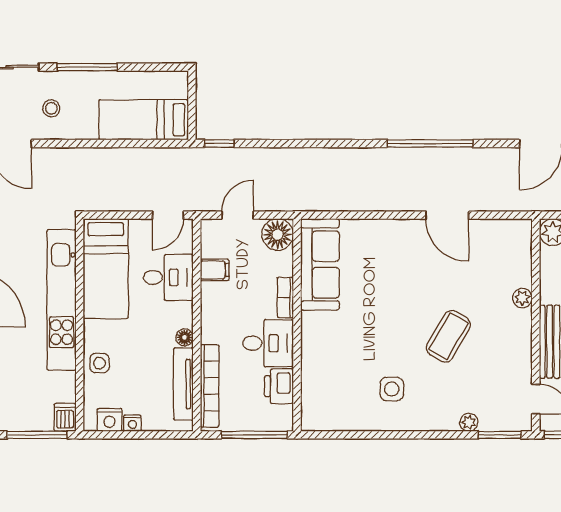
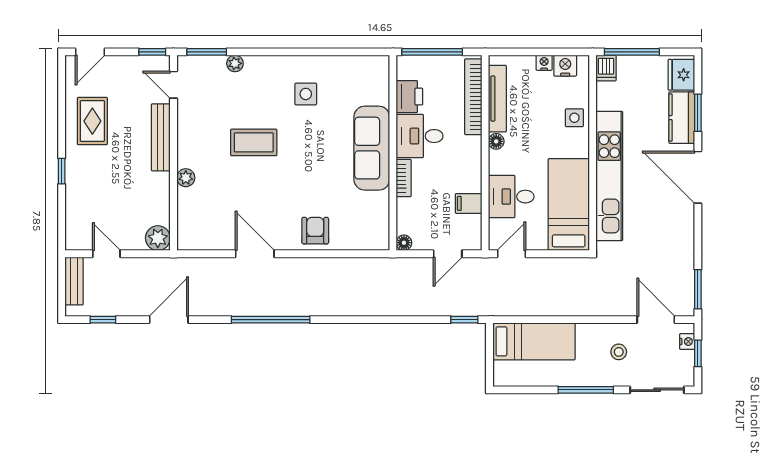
floor lamp: (278, 235) -> (404, 243), width x0.53, depth x0.53
armchair: (382, 240) -> (315, 231), added
sofa: (320, 264) -> (372, 148), moved
coffee table: (448, 336) -> (254, 142), turned 60

